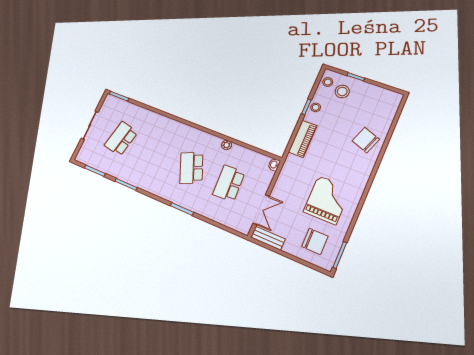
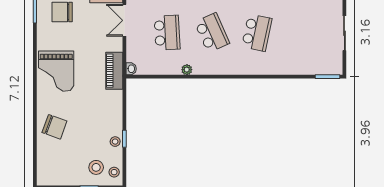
school desk: (121, 139) -> (257, 33), moved
piano: (303, 139) -> (114, 71), moved
grand piano: (327, 200) -> (56, 71), moved

